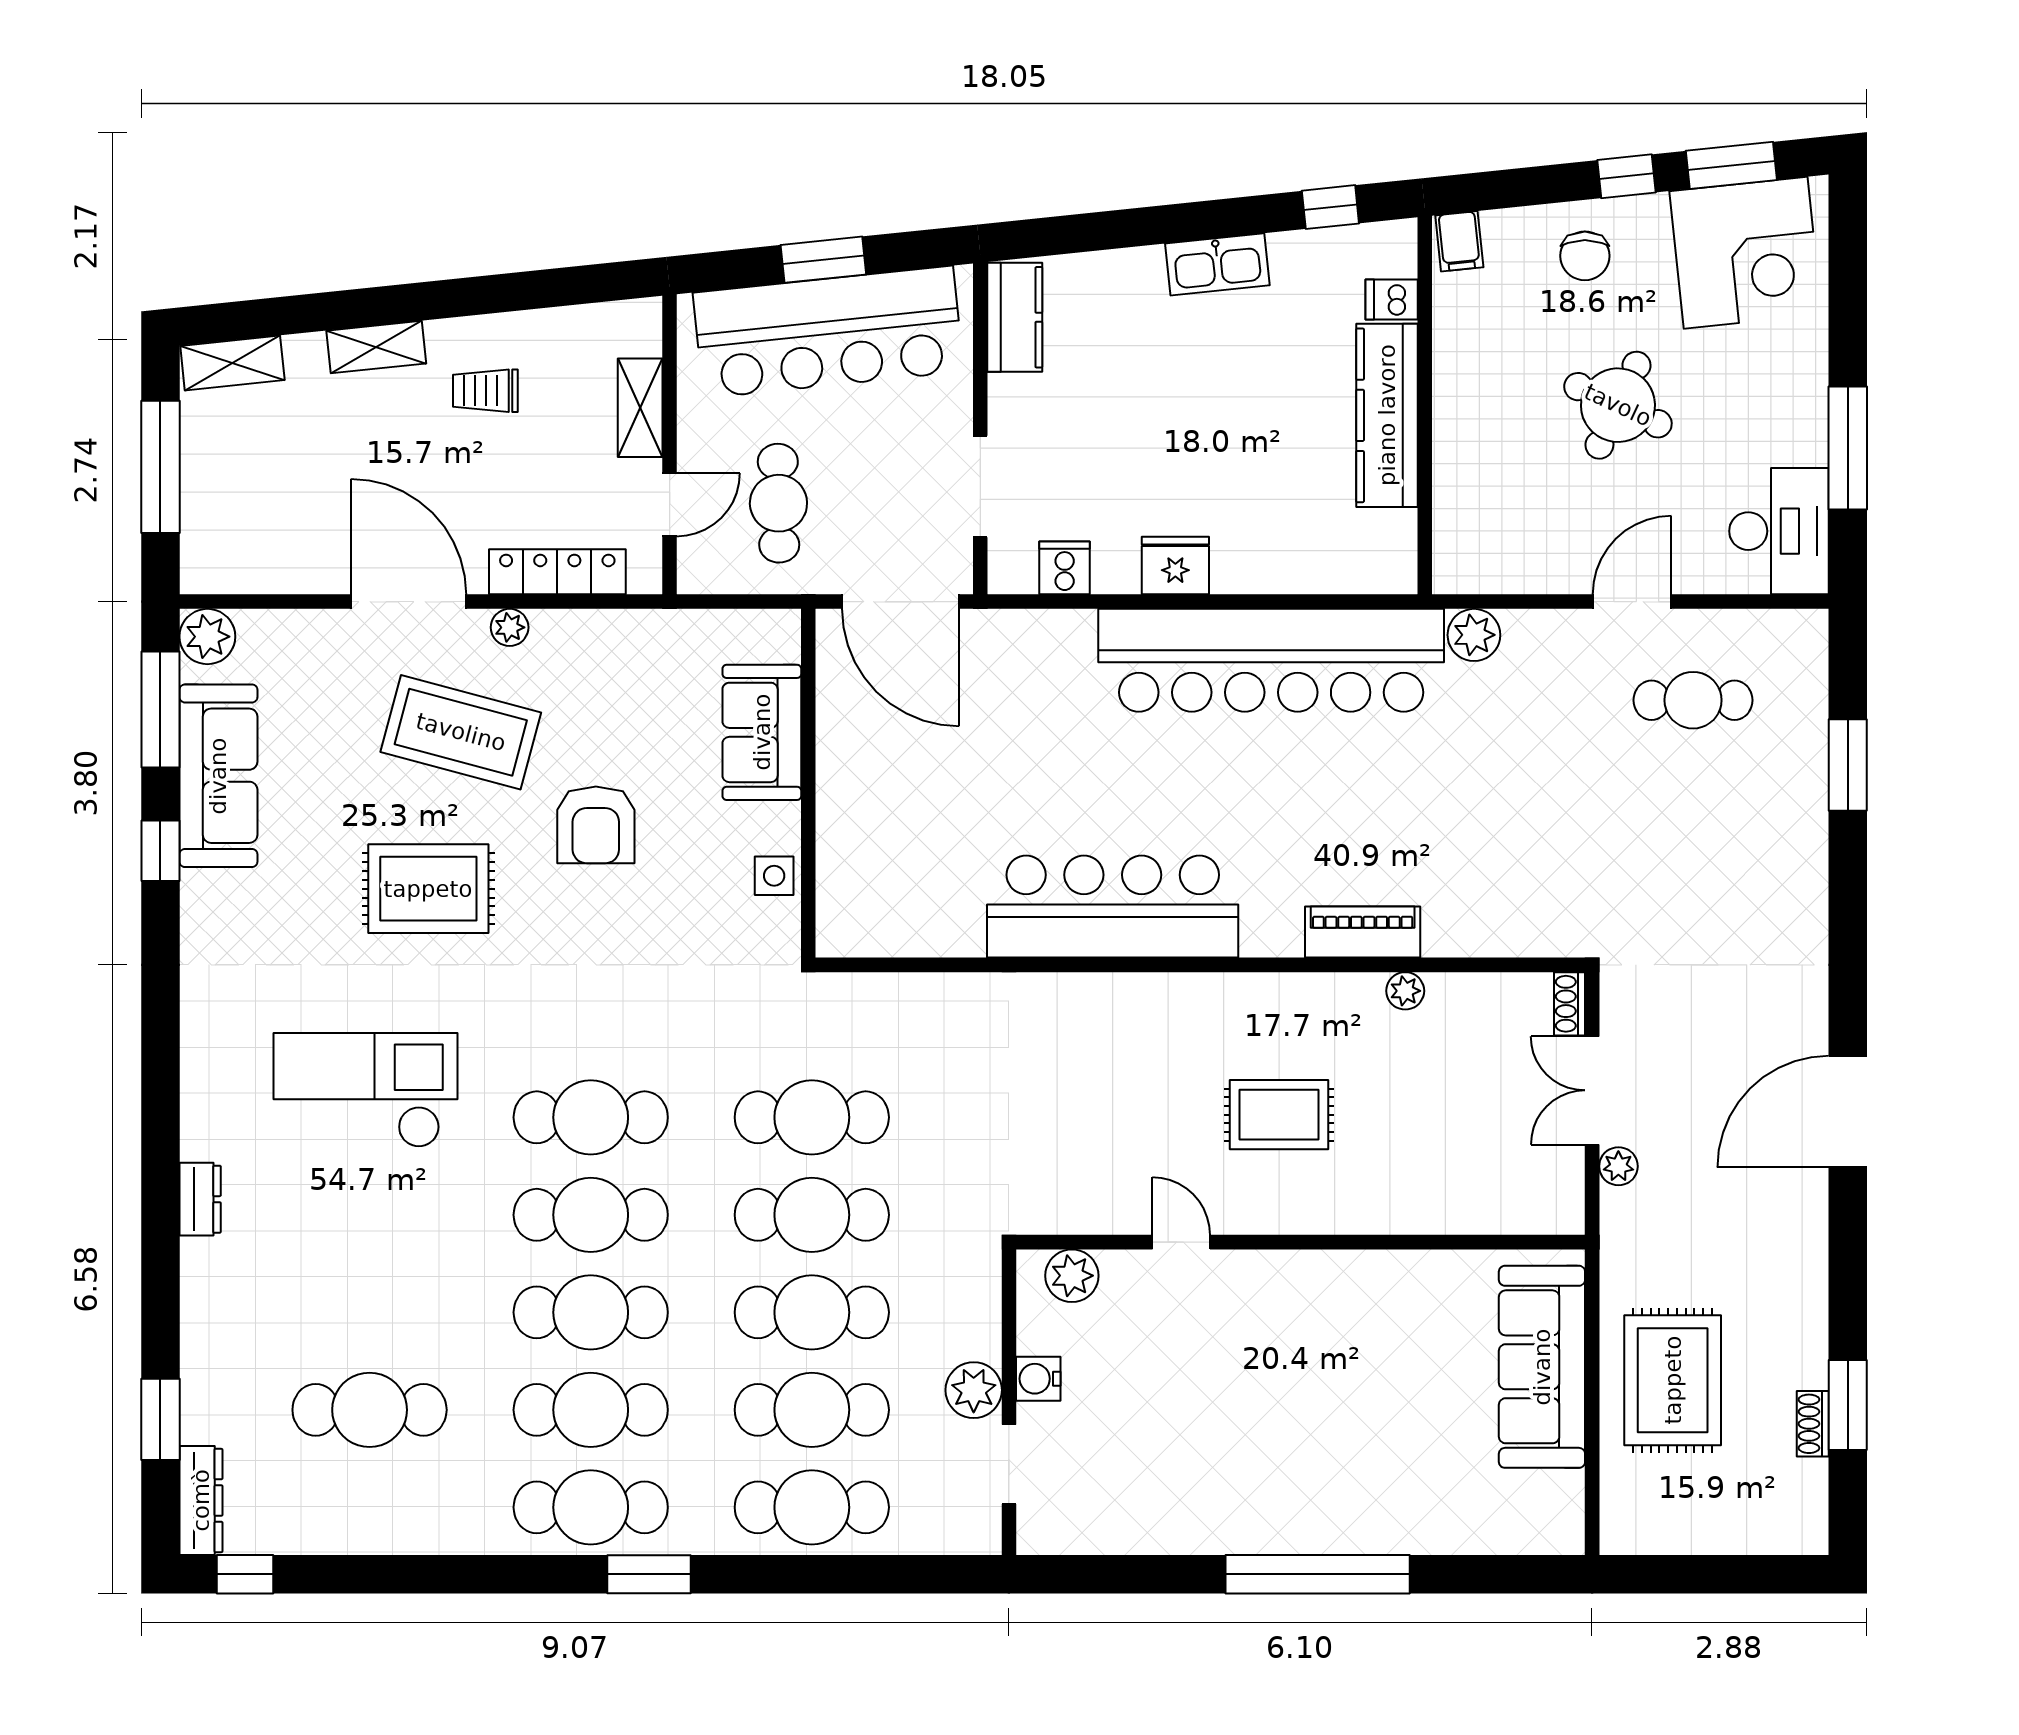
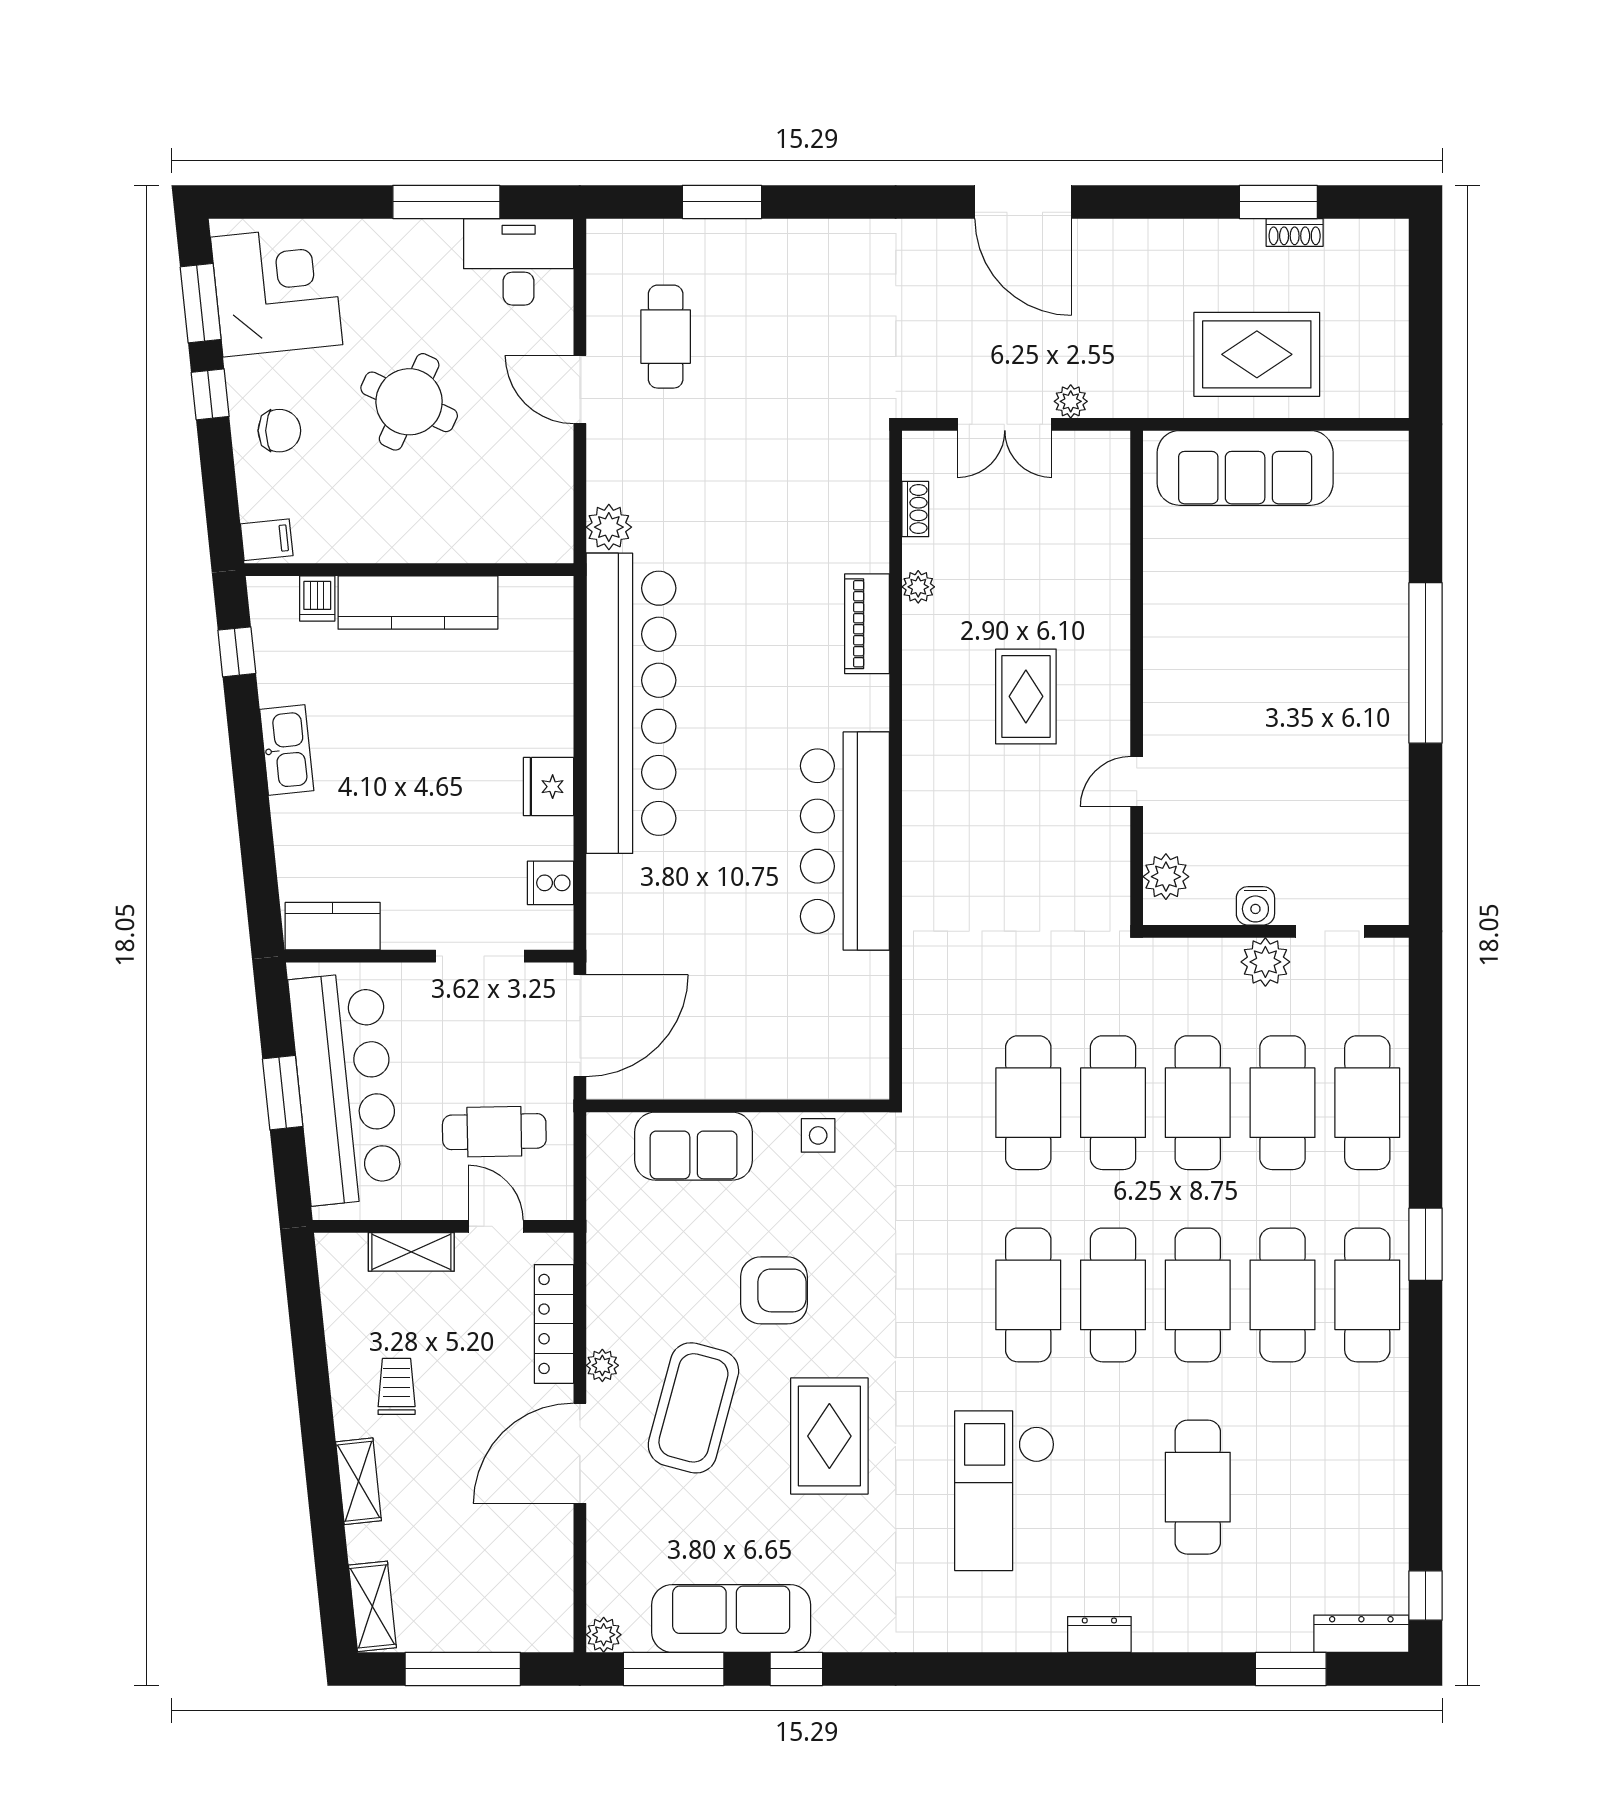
trolley: (485, 391) -> (397, 1386), turned 180
plant: (207, 637) -> (604, 1635), width x0.73, depth x0.73
shoe rack: (1570, 1004) -> (915, 509), moved, turned -90
cafe table: (370, 1410) -> (1198, 1487), moved

